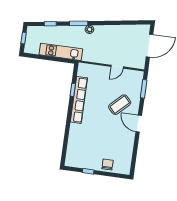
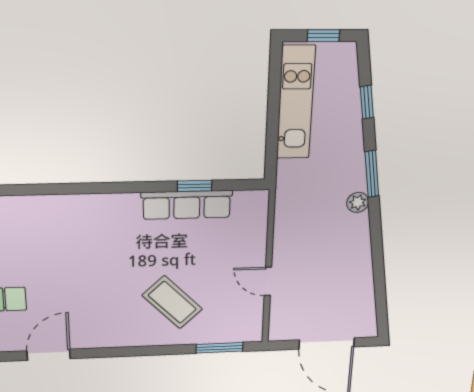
kitchen unit: (61, 52) -> (296, 103), moved
row of seats: (79, 100) -> (187, 205), width x0.73
door: (139, 124) -> (49, 355), moved

